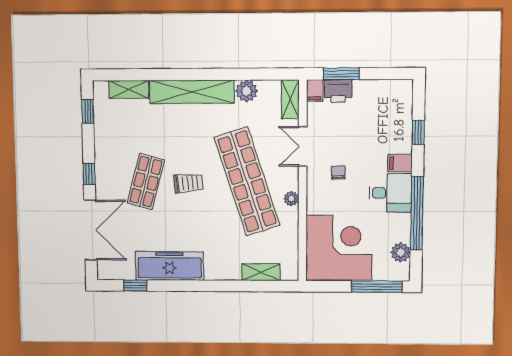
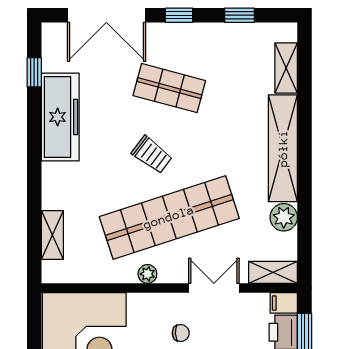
window: (88, 111) -> (239, 15), moved
trolley: (188, 183) -> (152, 155), moved, turned -48

